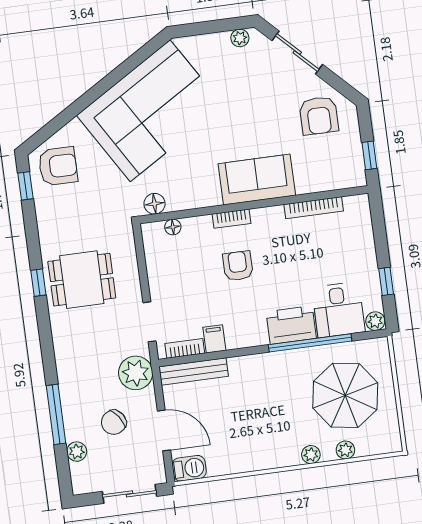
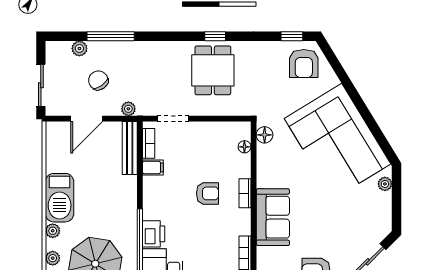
plant: (240, 38) -> (385, 184), moved
printer: (291, 325) -> (154, 234), width x0.73, depth x0.84
plant: (136, 373) -> (128, 109), width x0.53, depth x0.53
barbecue: (189, 468) -> (60, 198), moved, width x1.88, depth x1.53

